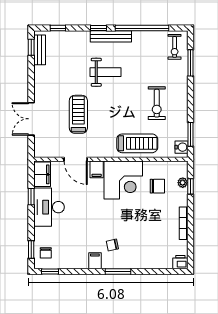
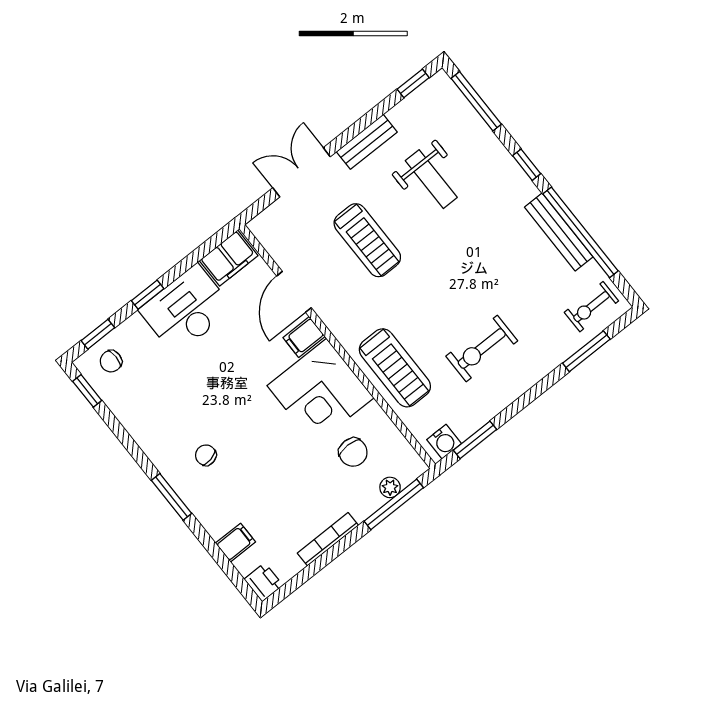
window: (58, 28) -> (476, 101), width x2.17
bench: (111, 36) -> (559, 232), moved
bench: (40, 50) -> (367, 142), moved
weight bench: (105, 72) -> (431, 179), moved
treadmill: (78, 114) -> (367, 240), turned 90
window: (190, 186) -> (394, 504), width x2.17
window: (31, 197) -> (148, 295), moved
filing cabinet: (95, 261) -> (235, 543), moved

